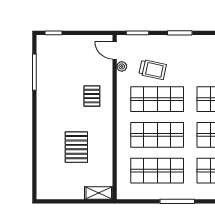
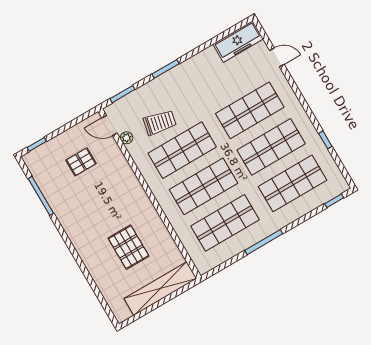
pallet: (92, 96) -> (81, 162), moved, turned 90
shelving: (99, 193) -> (160, 289), width x2.20, depth x1.33

